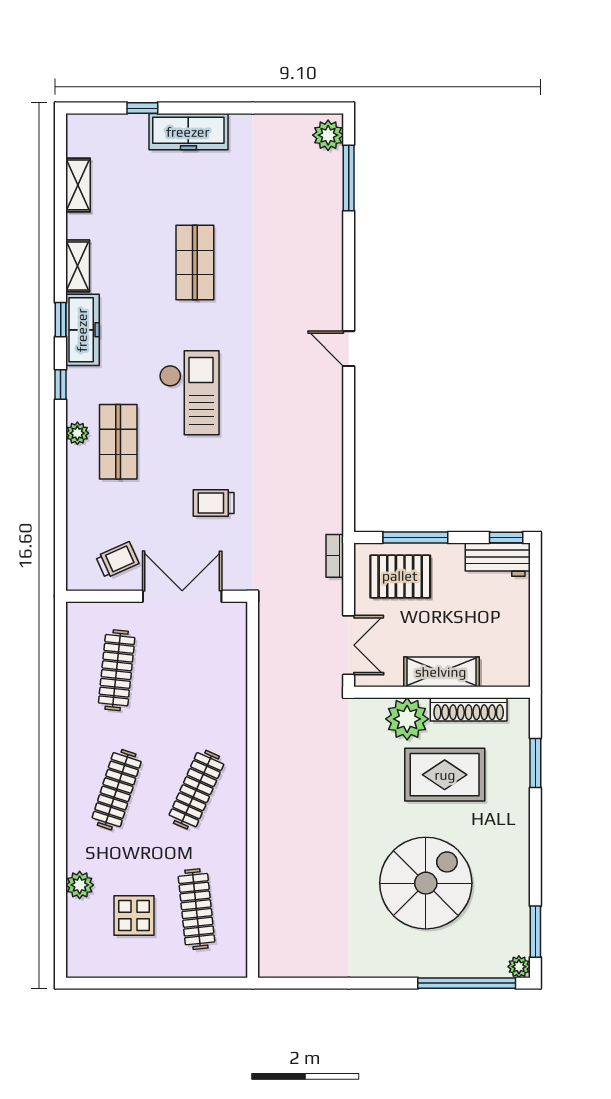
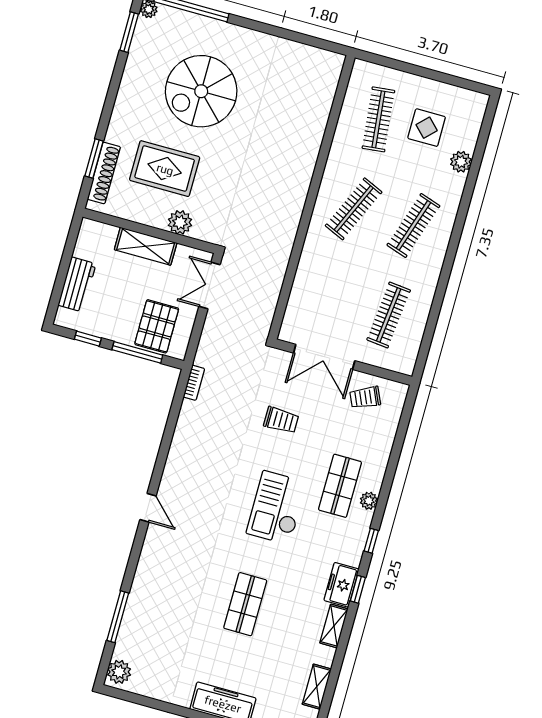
window: (349, 178) -> (118, 617), moved
freezer: (82, 330) -> (341, 585), width x0.71
window: (506, 538) -> (88, 339), moved
bookcase: (335, 556) -> (194, 383), moved
workbench: (498, 560) -> (77, 284), moved, turned 90
pallet: (400, 576) -> (157, 326), turned 90
shoe rack: (469, 709) -> (104, 173), moved, turned 90
plant: (407, 719) -> (180, 222), width x0.73, depth x0.73

